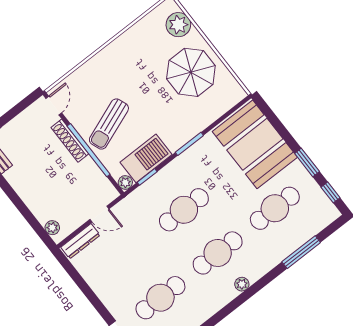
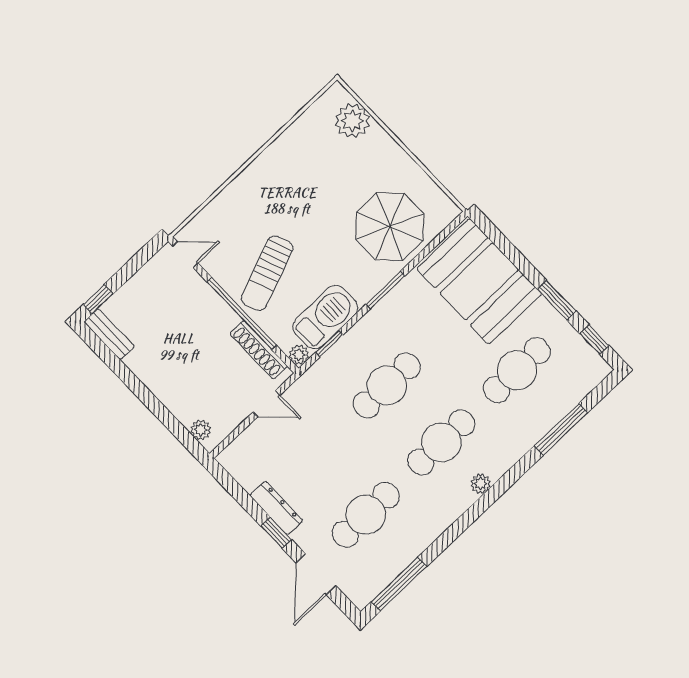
parasol: (191, 72) -> (390, 226), moved
door: (54, 106) -> (185, 255), hinge flipped
shoe rack: (70, 141) -> (259, 350), moved
dresser: (80, 241) -> (276, 508), moved, turned -90
window: (97, 304) -> (276, 533), added

